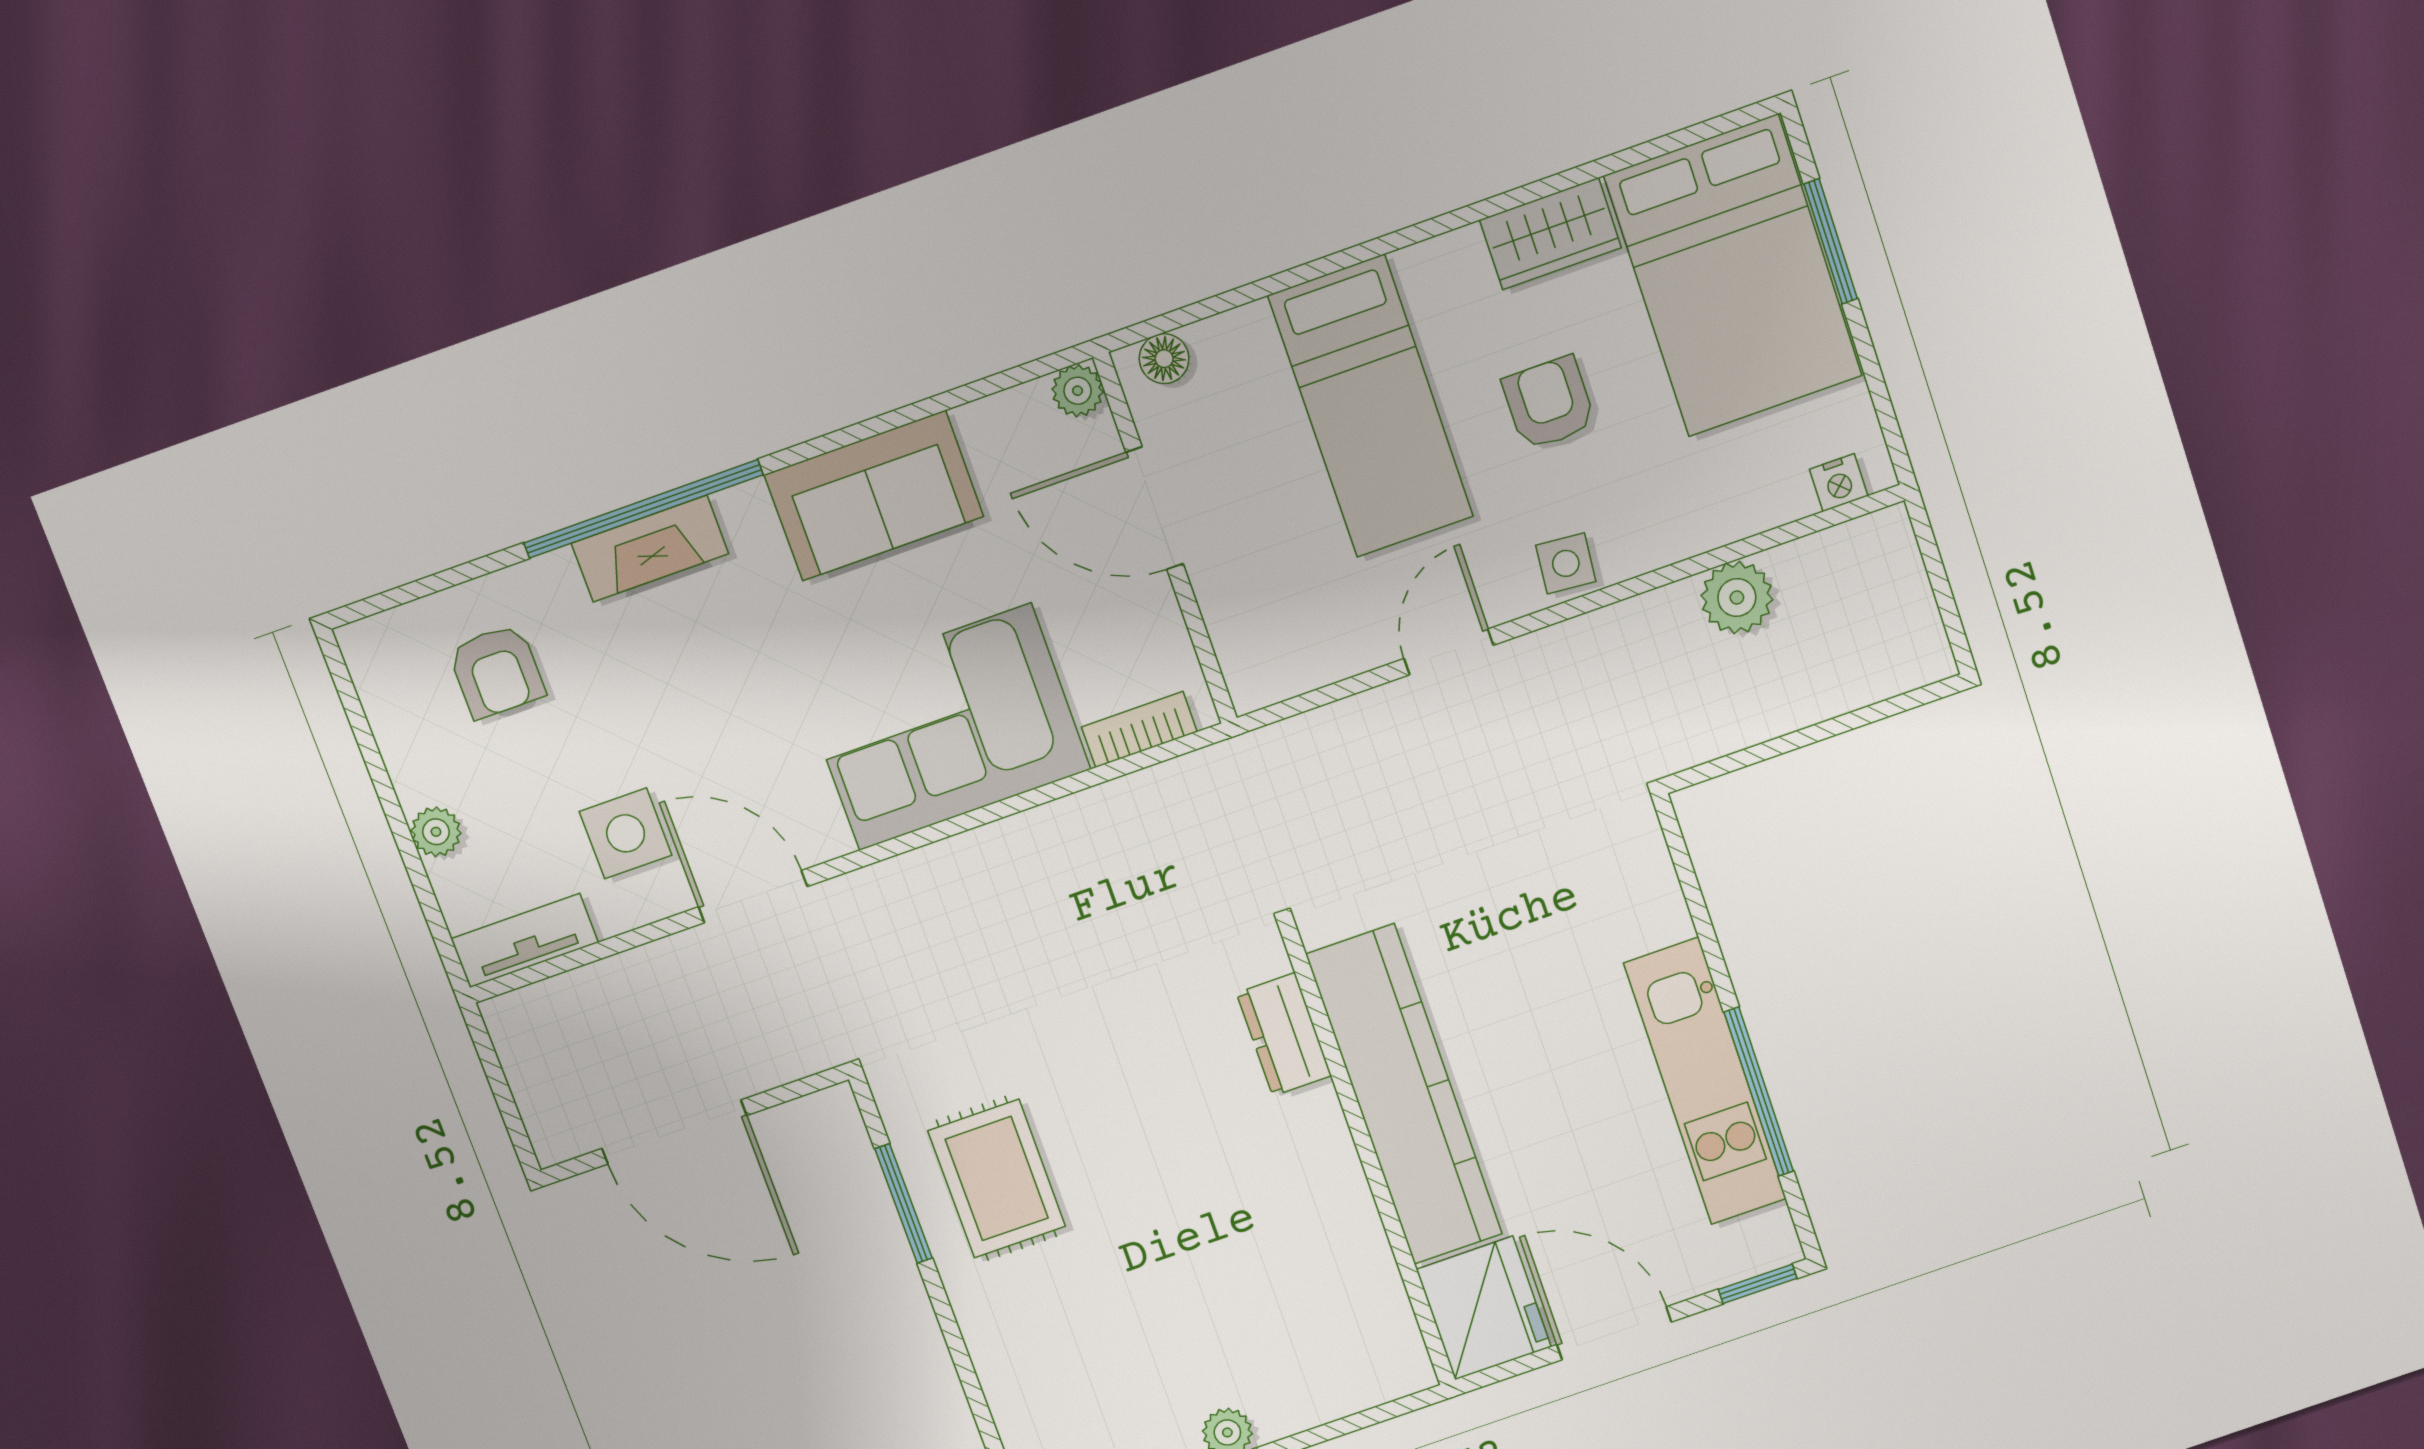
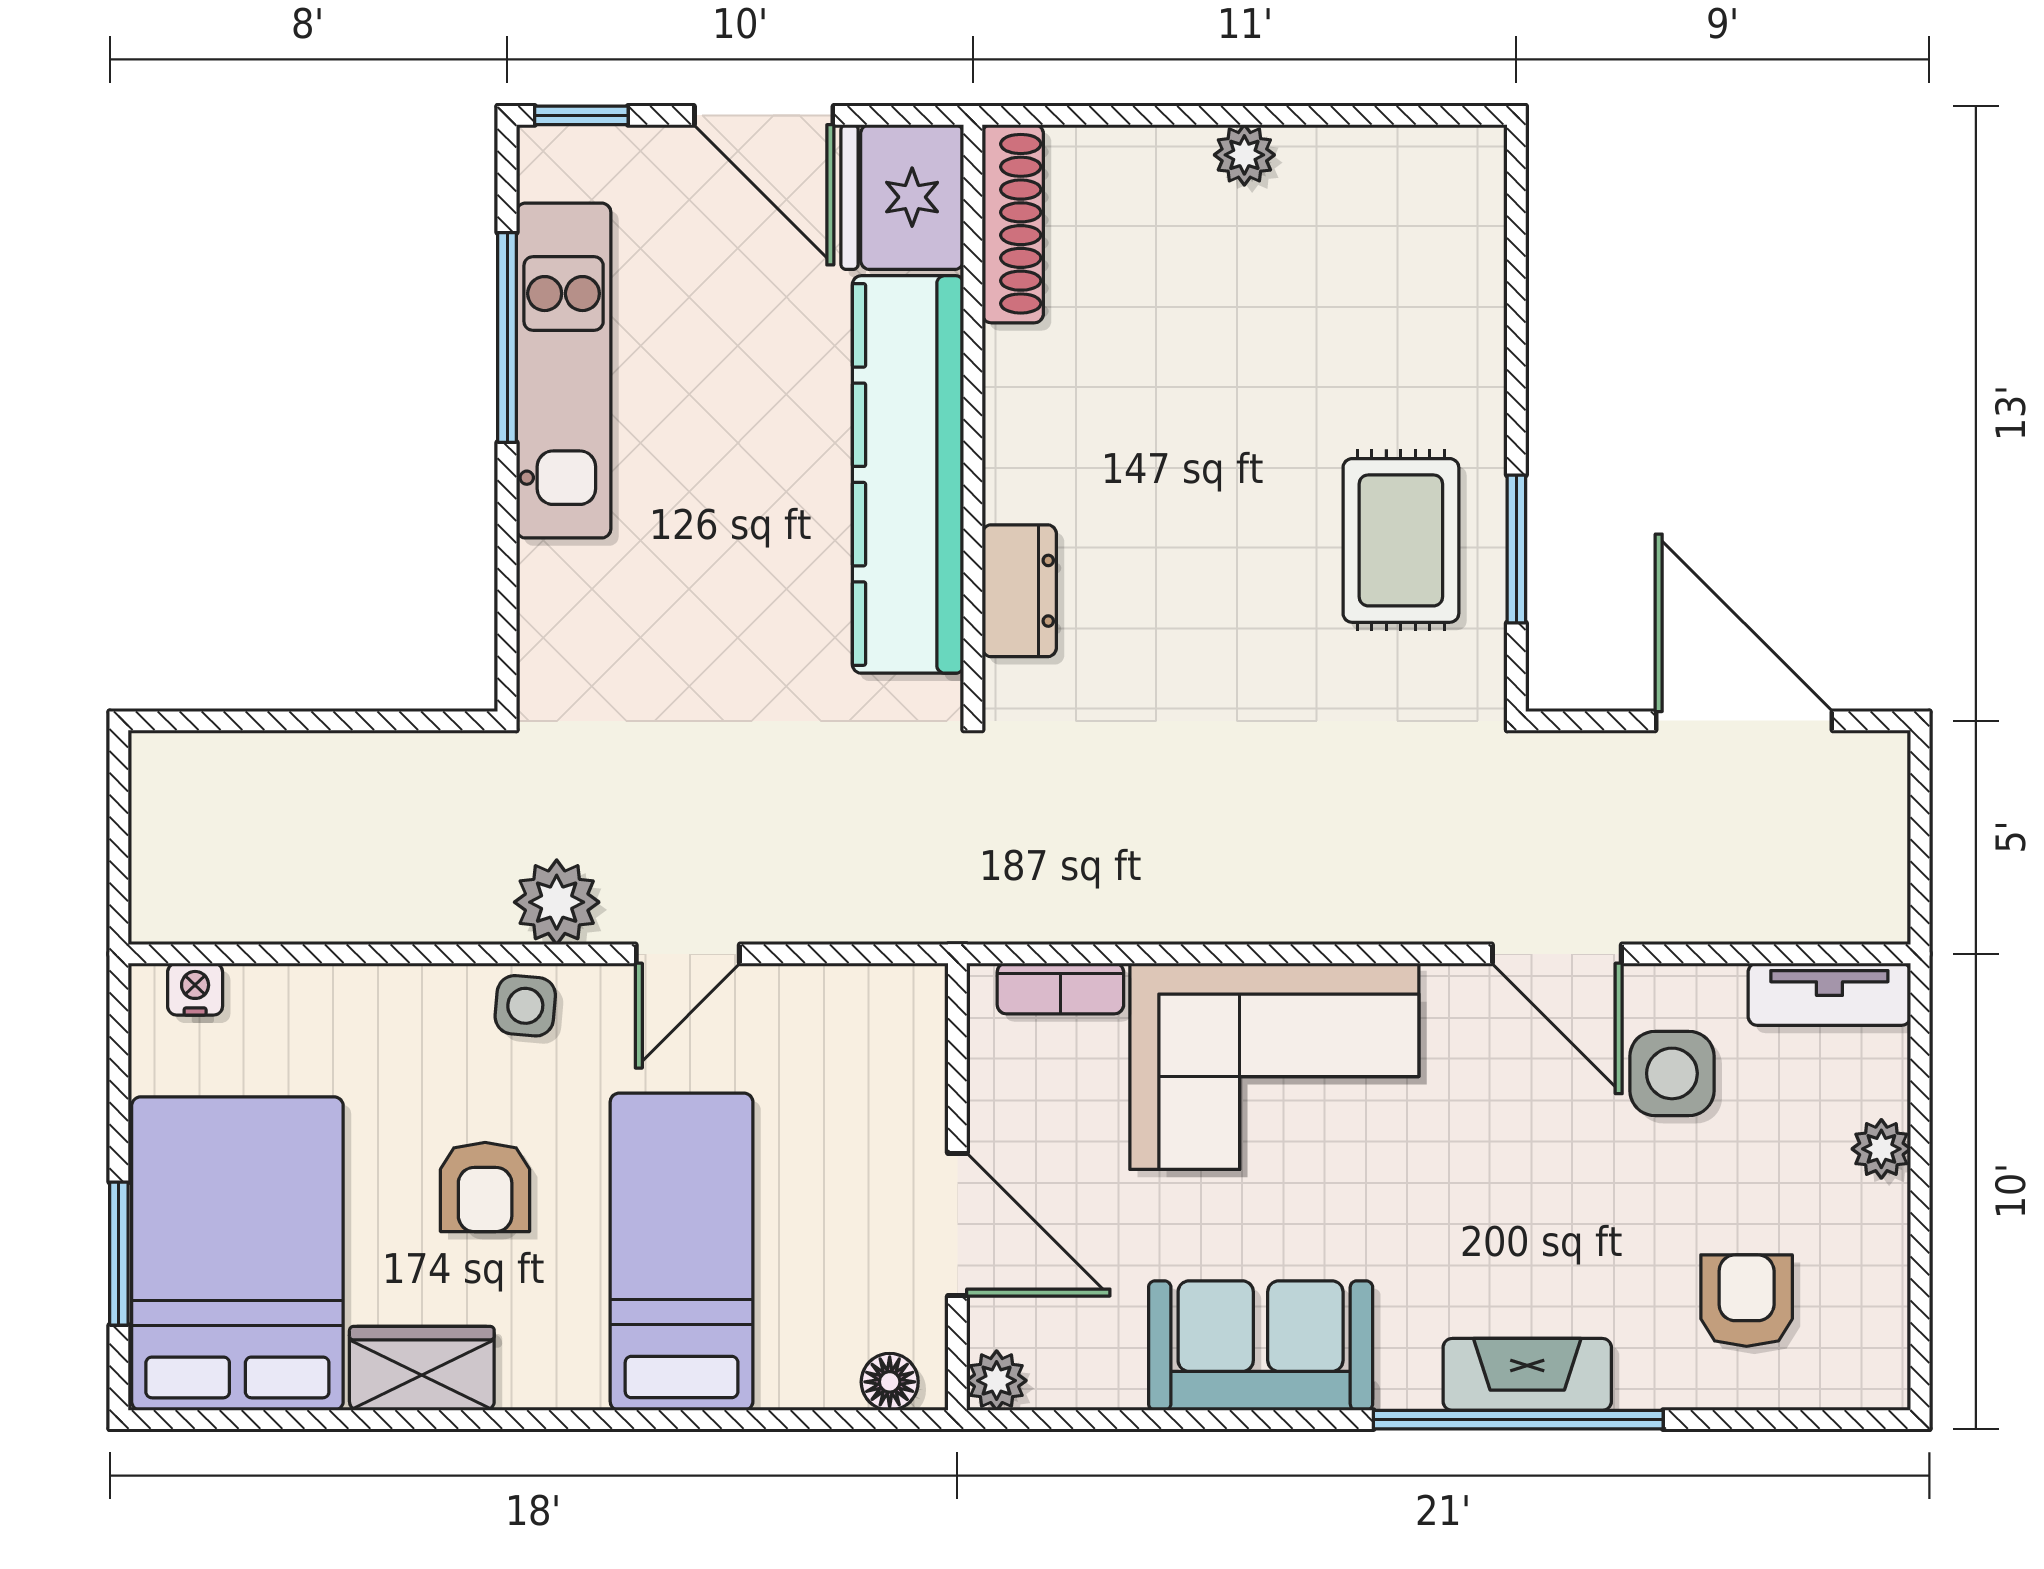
plant: (1737, 598) -> (557, 902), moved
shoe rack: (1390, 1318) -> (1013, 224), added

